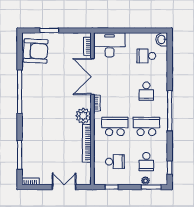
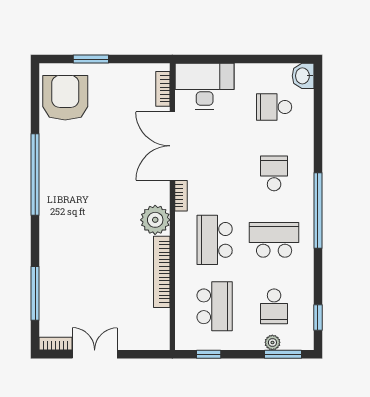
armchair: (36, 51) -> (65, 98), turned -93
school desk: (146, 91) -> (274, 173), turned 180
school desk: (115, 126) -> (215, 240), turned -90
school desk: (115, 162) -> (215, 306), width x1.85
double door: (64, 187) -> (95, 354), moved

